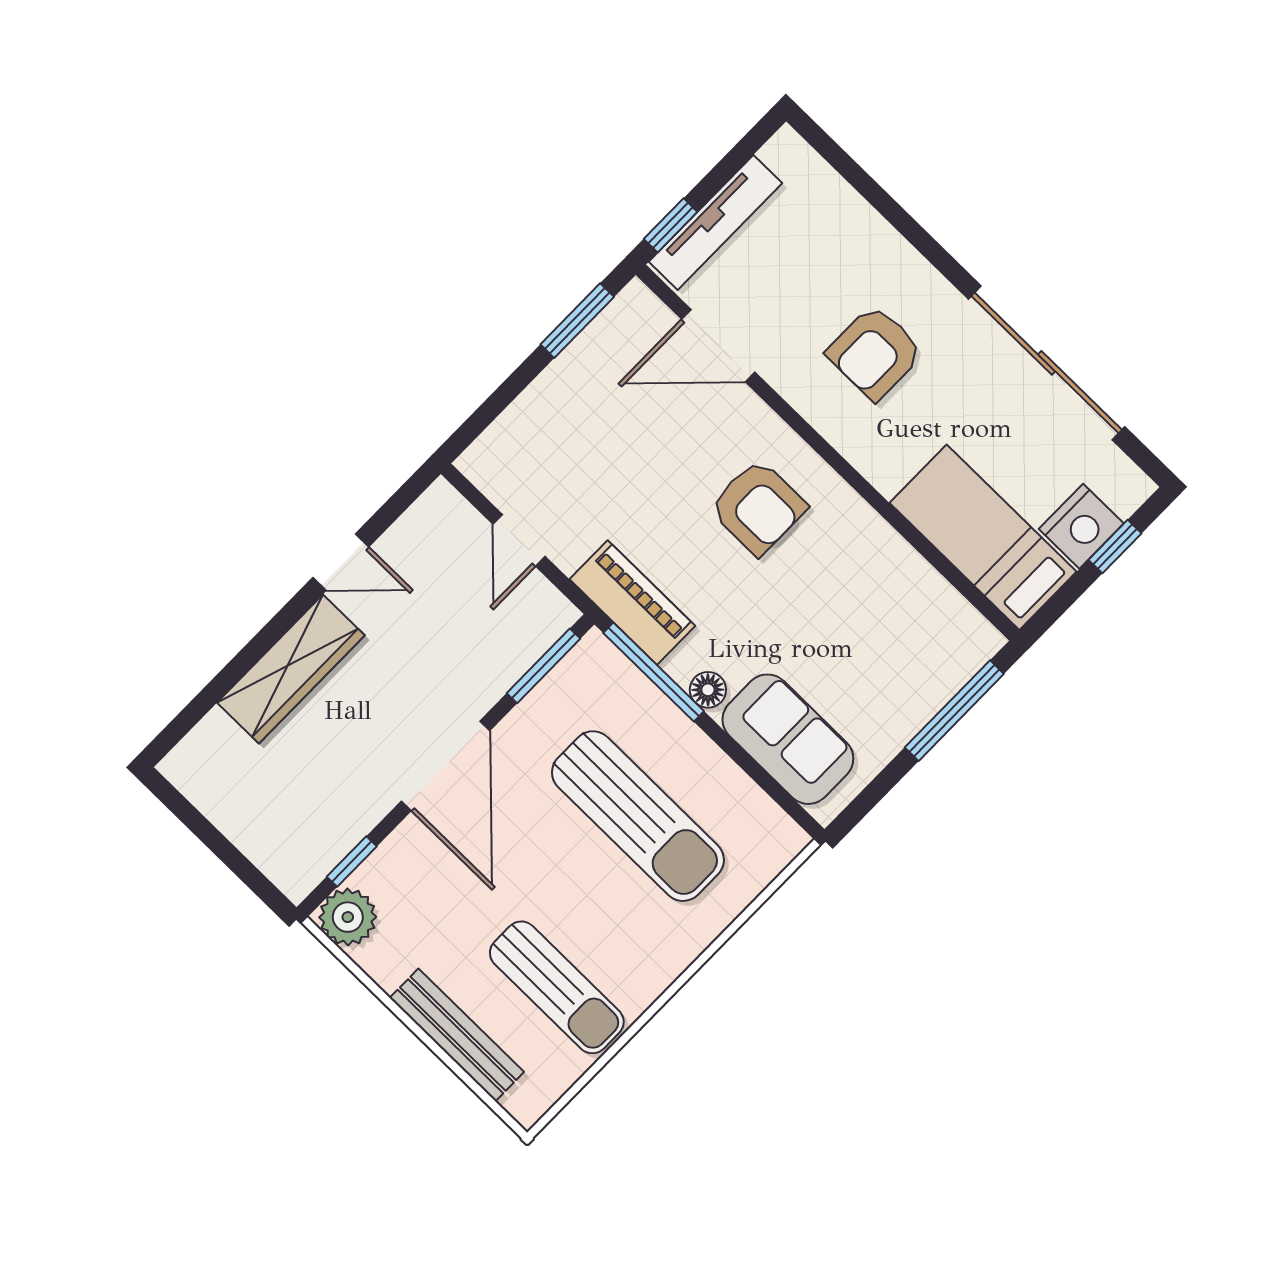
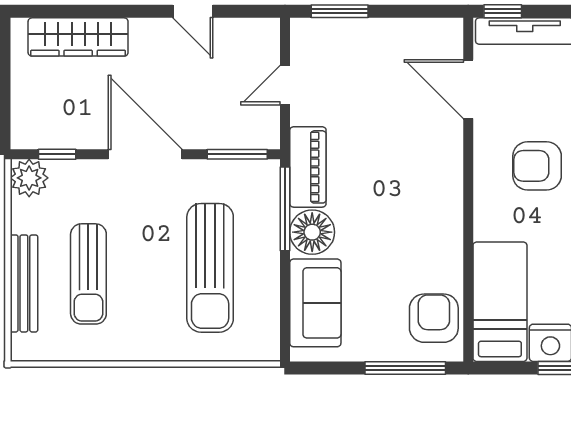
window: (577, 321) -> (340, 11), moved
armchair: (758, 507) -> (434, 318), moved, turned 180
wardrobe: (291, 669) -> (78, 37), moved
floor lamp: (708, 690) -> (312, 232), width x1.89, depth x1.89
door: (445, 766) -> (145, 154), swing flipped
sun lounger: (557, 987) -> (88, 274), moved

